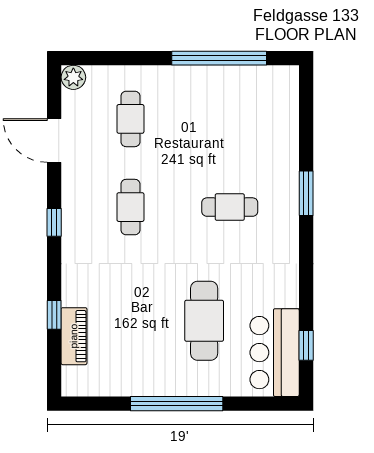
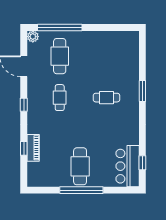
window: (219, 58) -> (60, 27), moved
cafe table: (130, 119) -> (60, 56), width x1.37, depth x1.35
cafe table: (204, 321) -> (80, 166), moved
piano: (74, 336) -> (33, 148), moved

